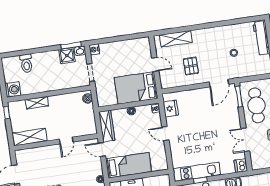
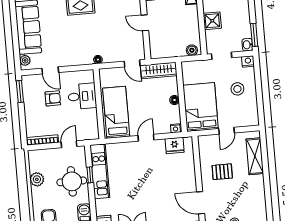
shower: (67, 56) -> (212, 21), moved
stool: (119, 57) -> (237, 89), added
door: (102, 149) -> (132, 63), swing flipped
bed: (129, 165) -> (116, 112), moved, turned 180

